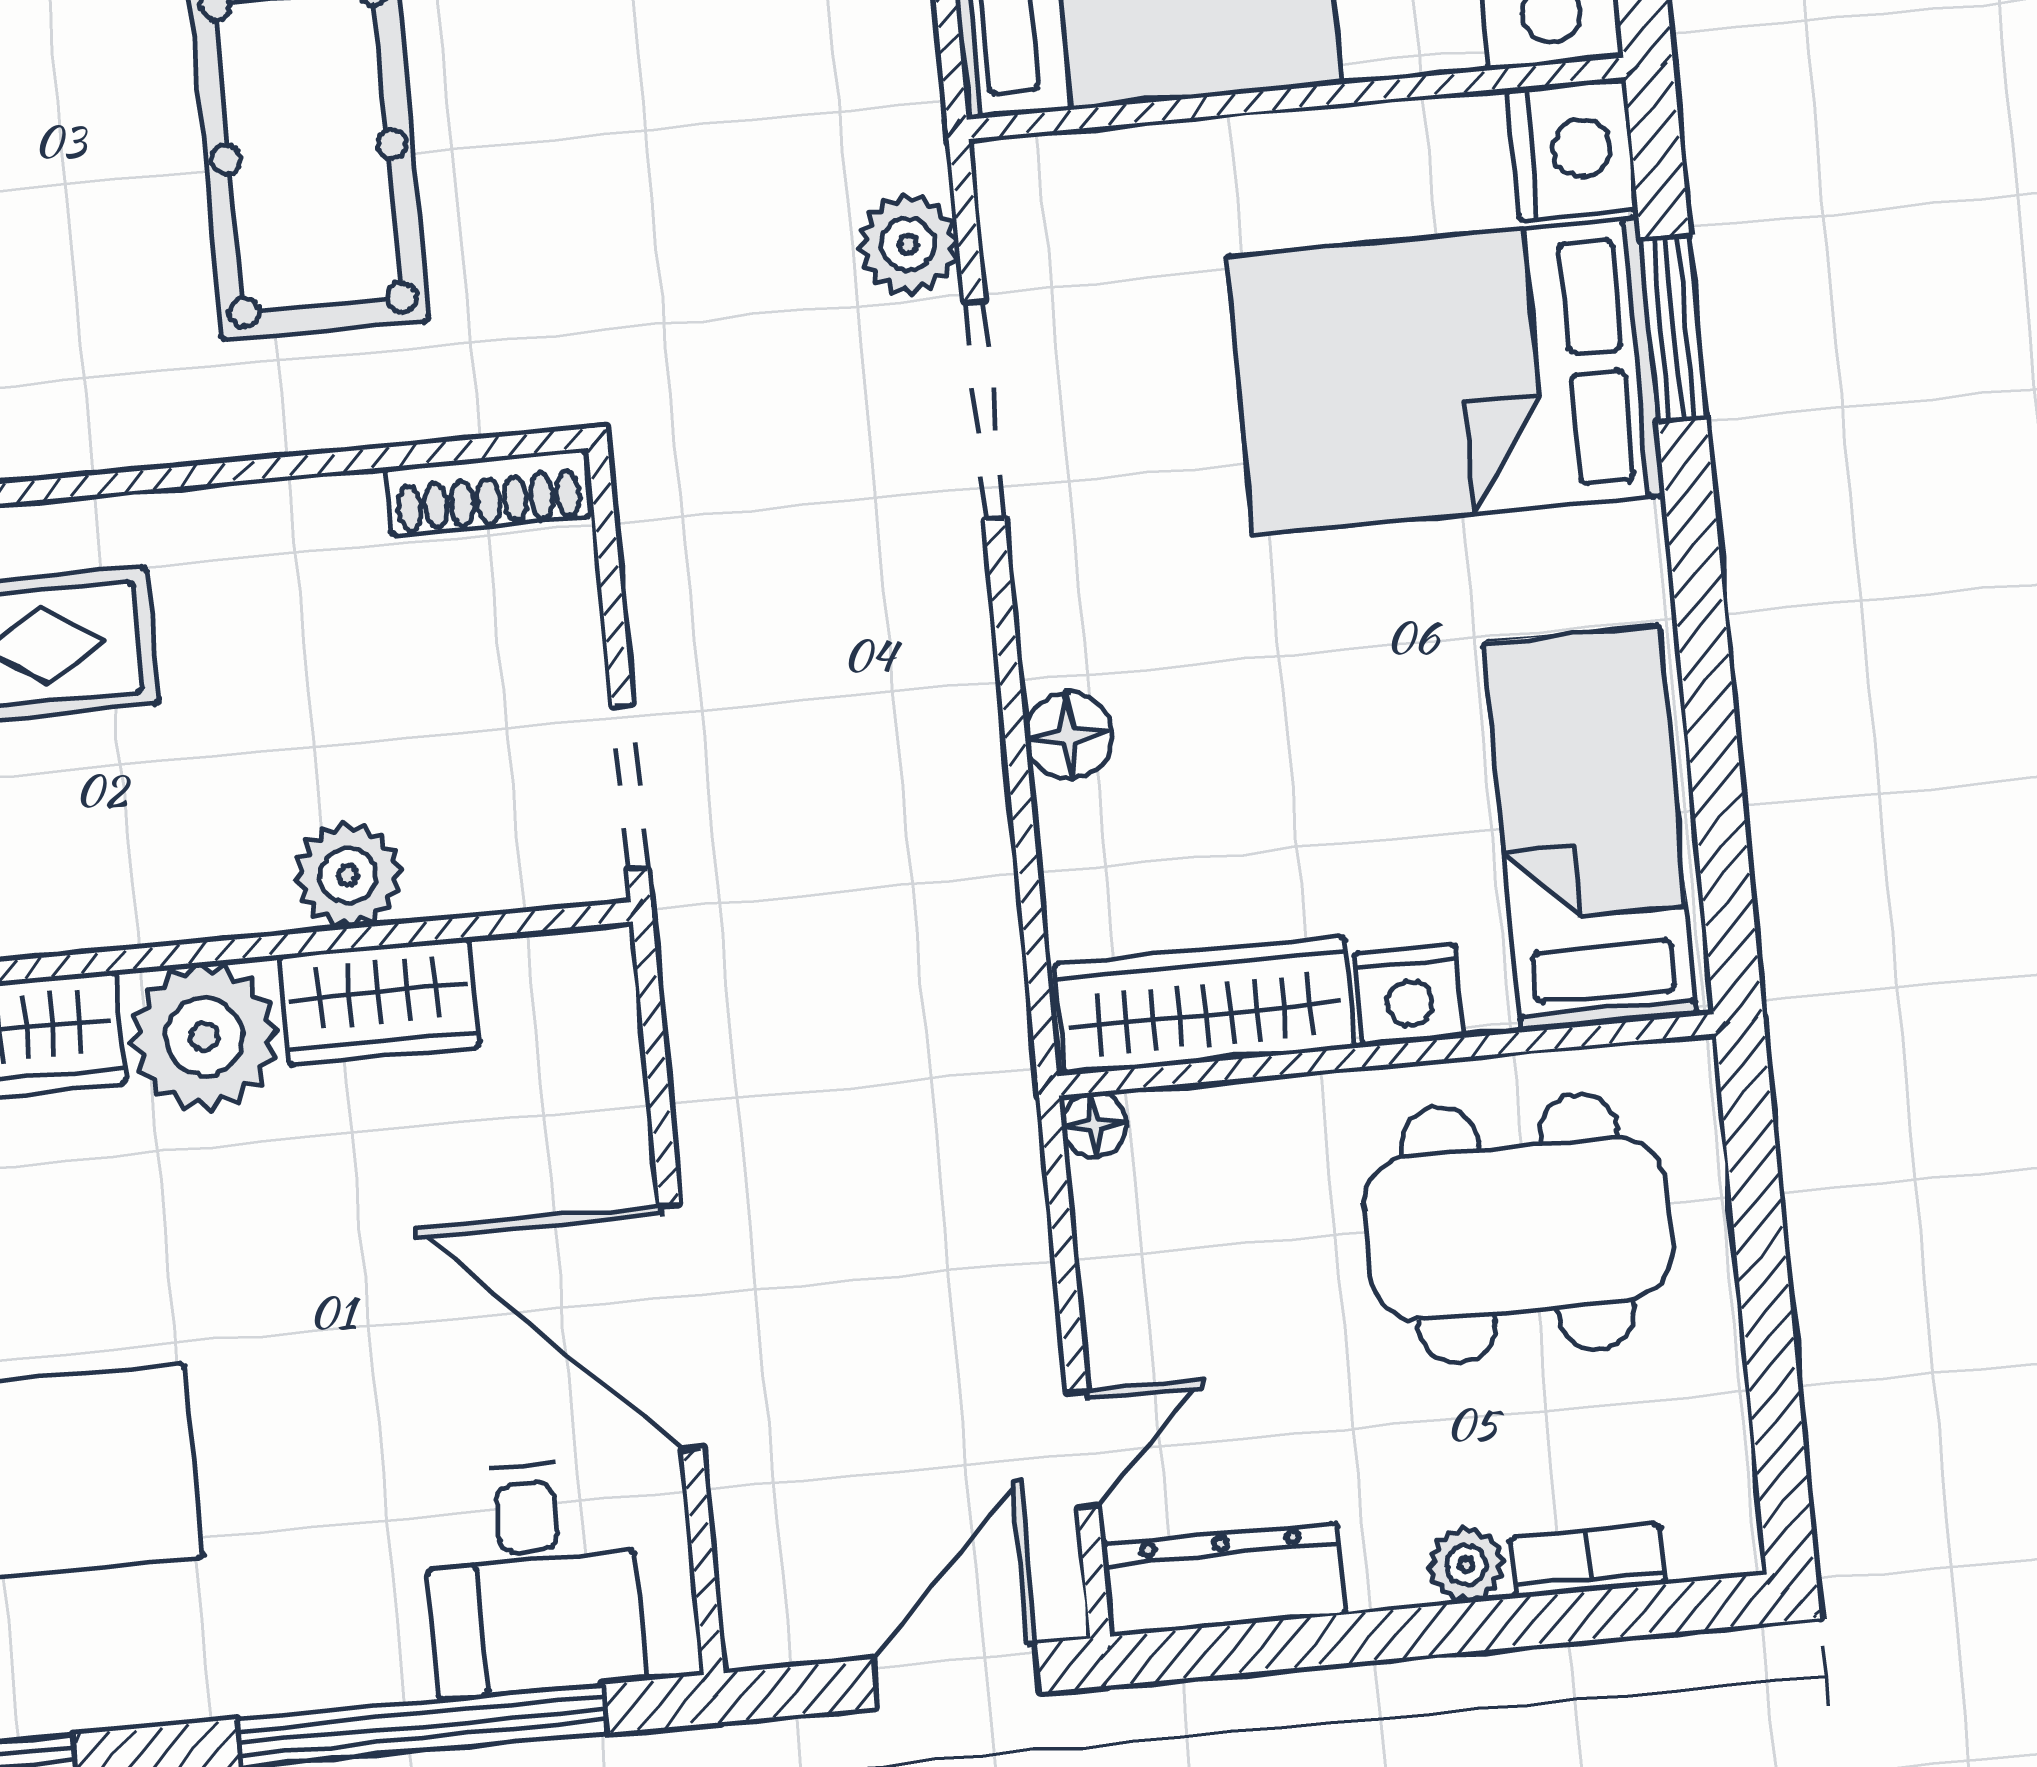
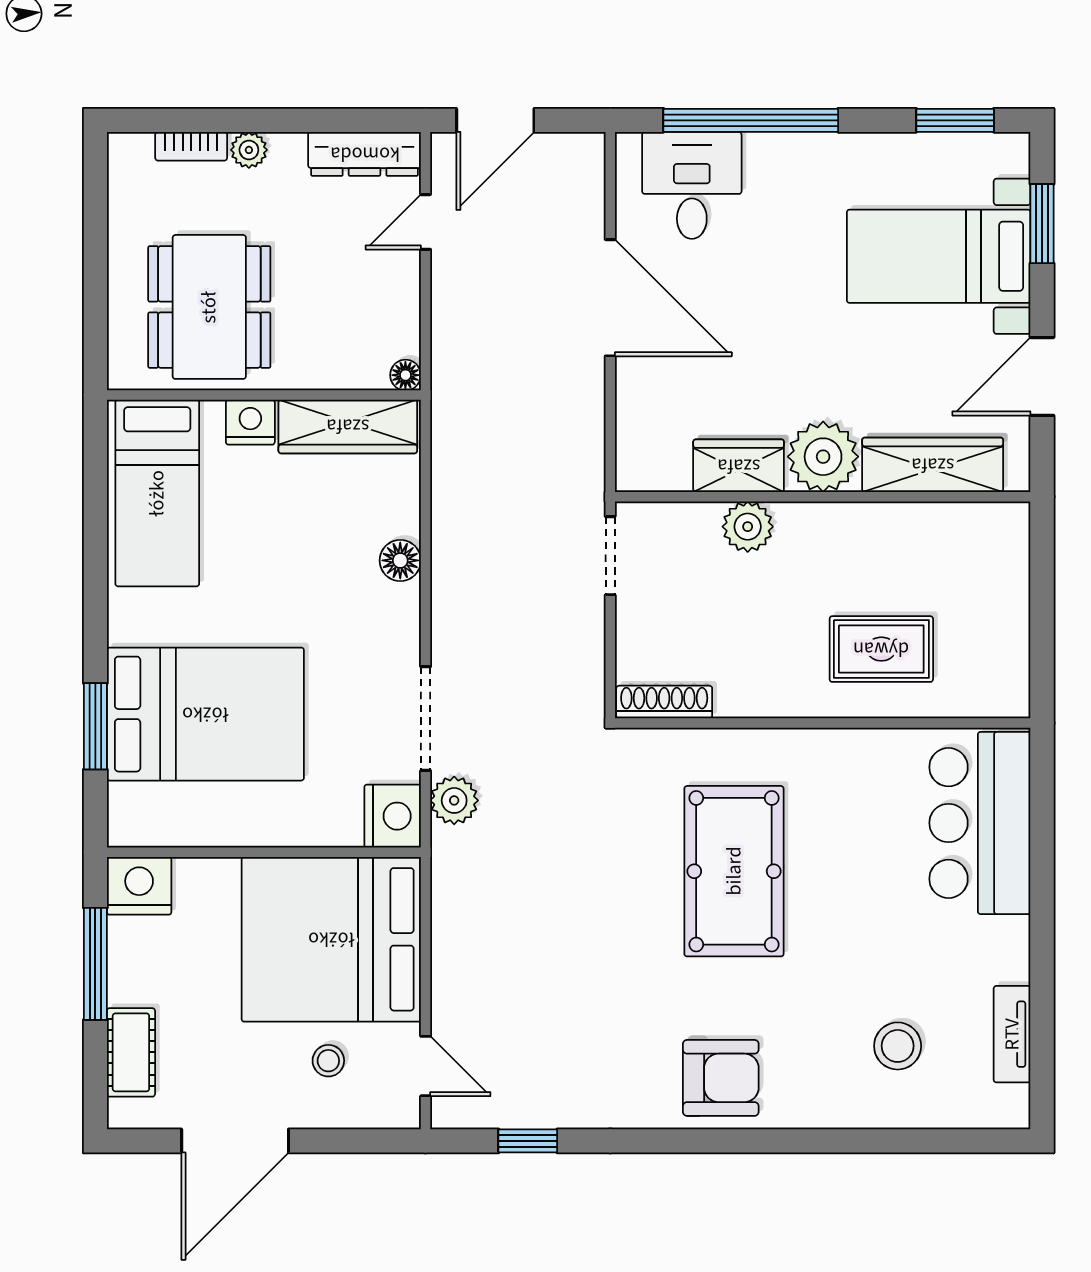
nightstand: (1572, 149) -> (393, 816), moved, turned 180
dining table: (1518, 1228) -> (209, 307), turned 90

